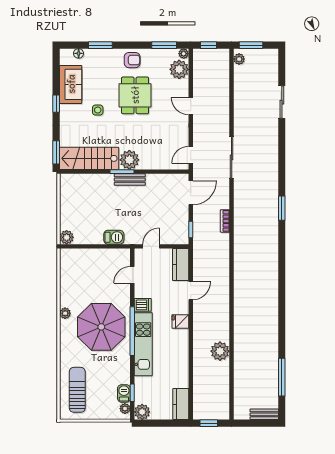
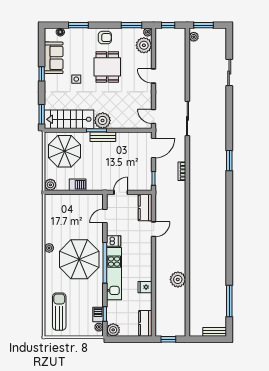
door: (191, 155) -> (154, 116), hinge flipped
parasol: (84, 197) -> (64, 151), added
barbecue: (114, 237) -> (78, 185), moved
fridge: (180, 321) -> (145, 287), moved

